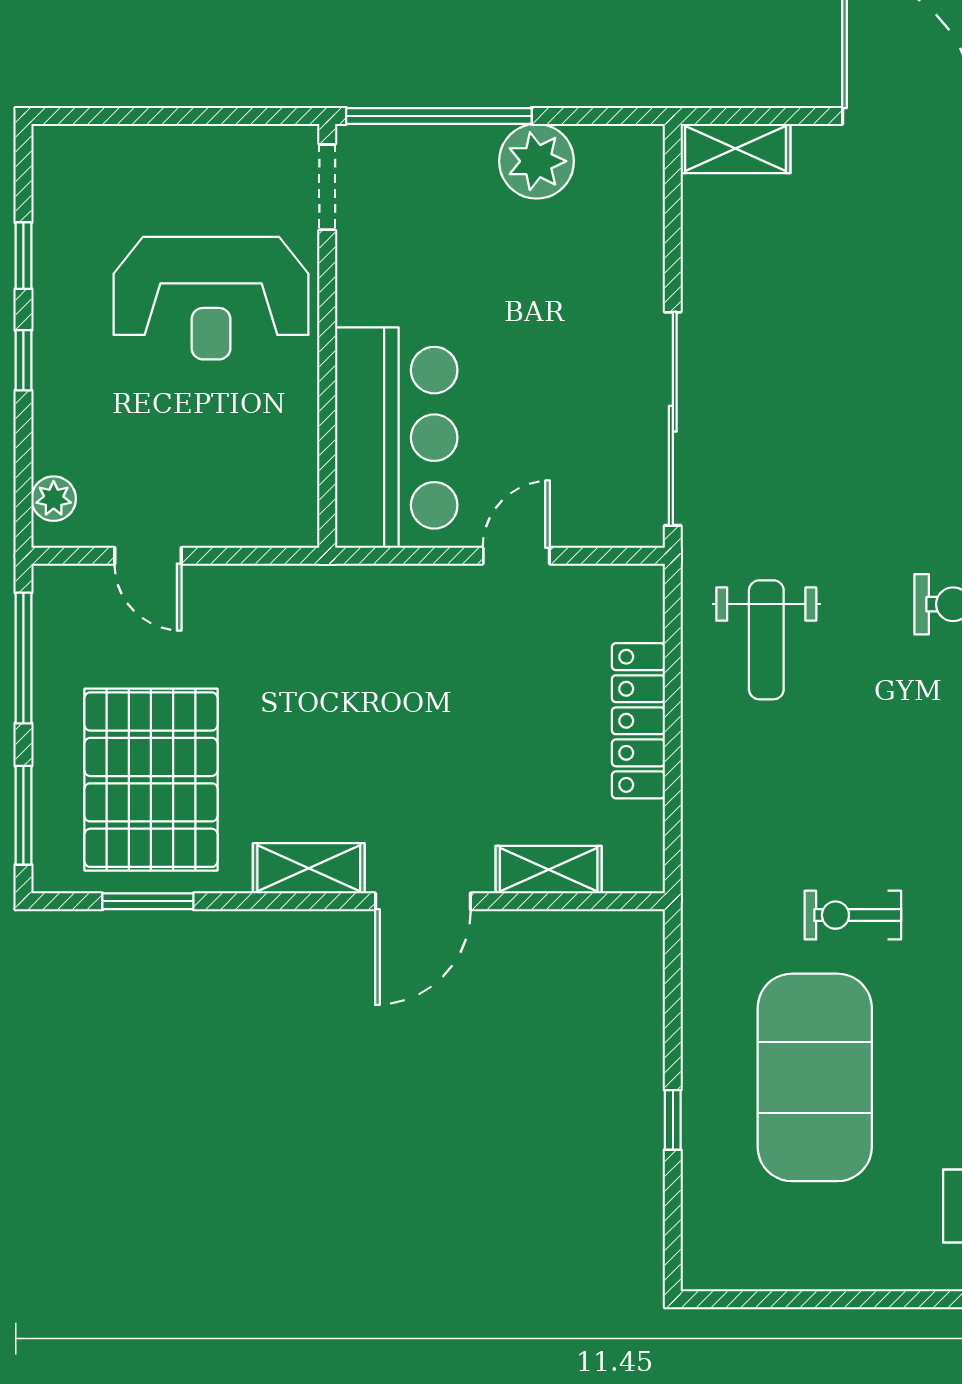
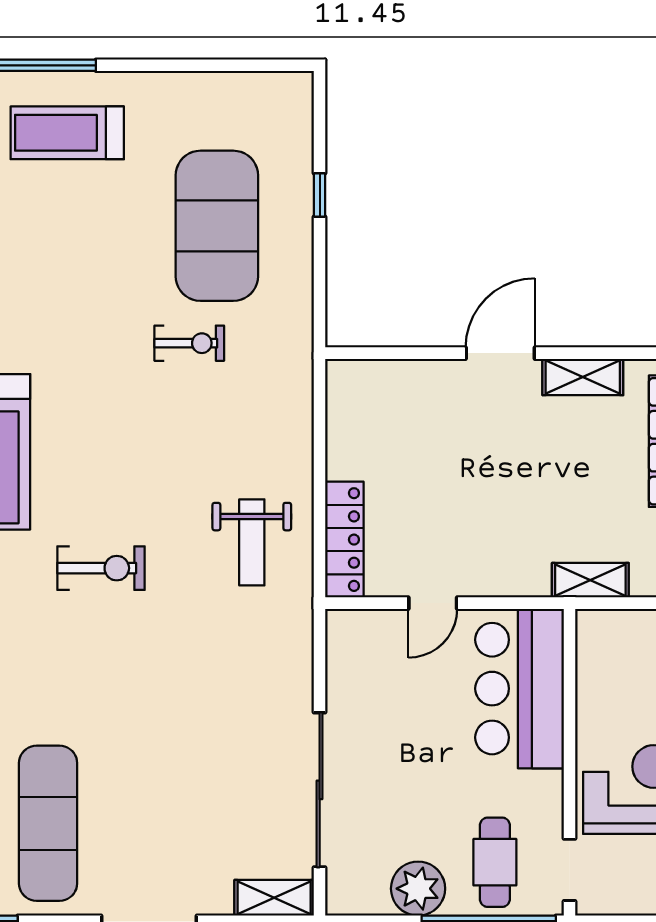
cafe table: (430, 198) -> (495, 862), added
sliding door: (673, 419) -> (320, 790), moved
weight bench: (766, 640) -> (252, 542), turned 180
locker: (638, 721) -> (344, 540), moved
shelving: (549, 870) -> (590, 580), moved

